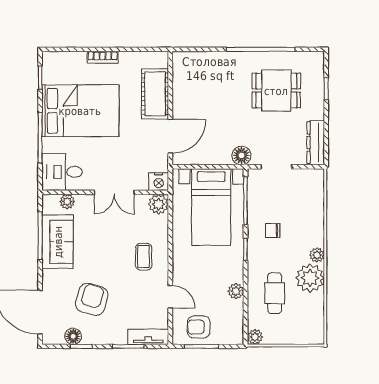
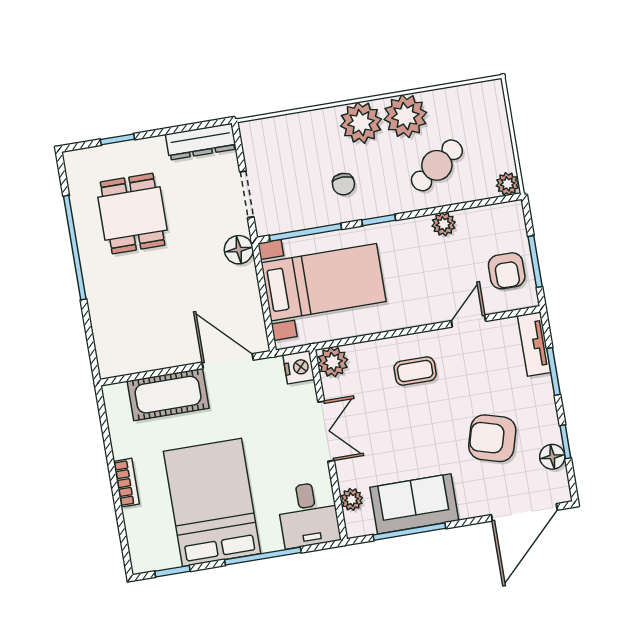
plant: (317, 255) -> (361, 123), width x1.87, depth x1.87
cafe table: (275, 293) -> (437, 165), turned -36

